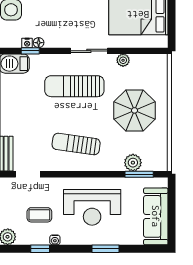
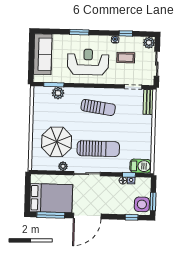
parasol: (135, 110) -> (57, 142), moved

